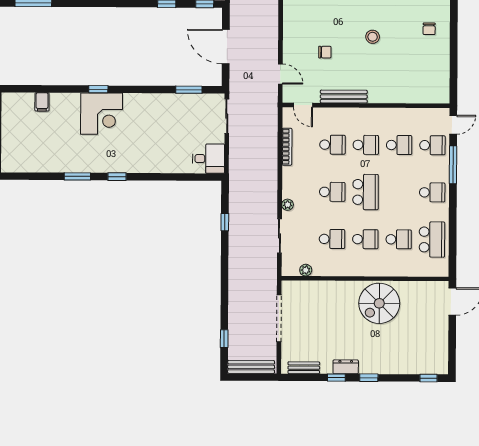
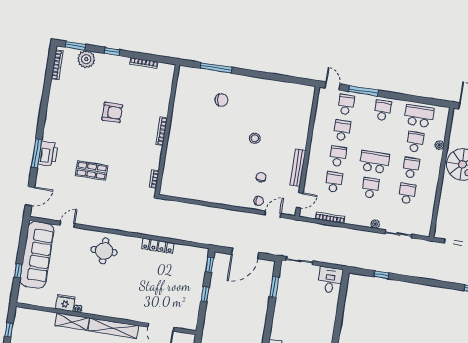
chair: (429, 29) -> (259, 201), moved
plant: (306, 270) -> (439, 145), moved

